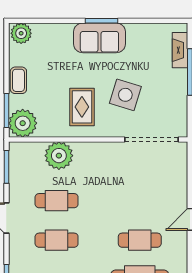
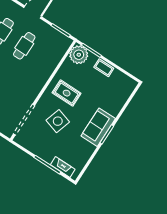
plant: (21, 33) -> (129, 86), removed
plant: (59, 156) -> (48, 63), removed

